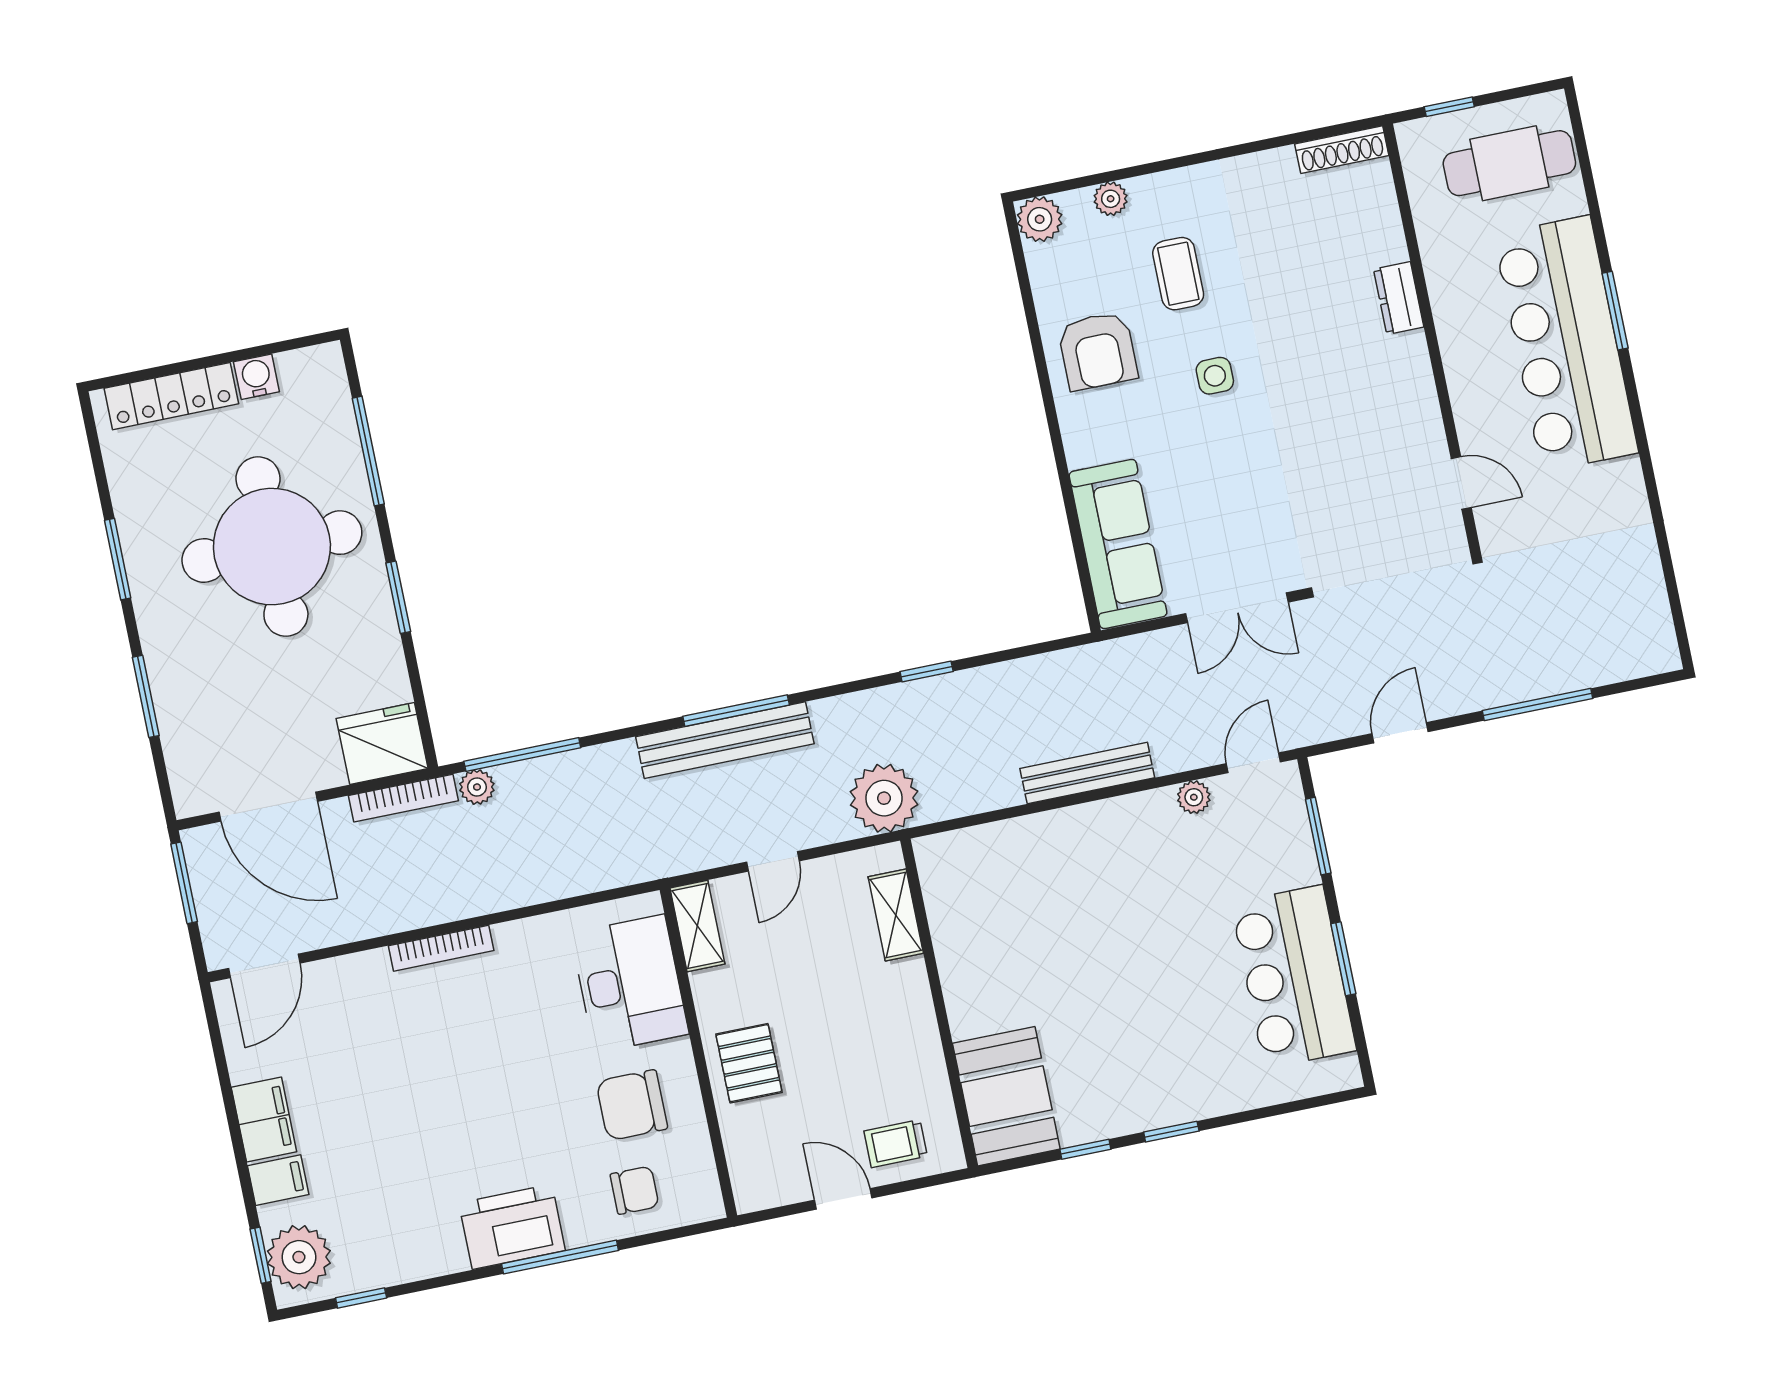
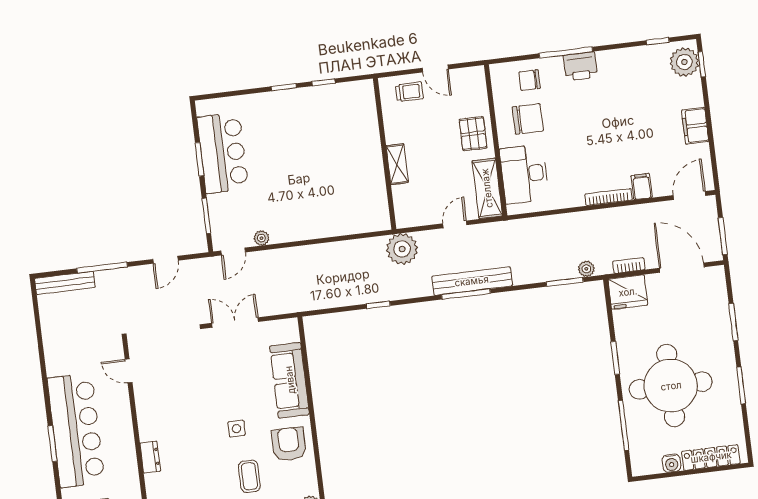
sofa: (1118, 544) -> (290, 380), moved
window: (522, 755) -> (565, 282), width x0.69
bench: (1087, 773) -> (65, 283), moved
bookcase: (403, 798) -> (629, 265), width x0.64
shelving: (896, 915) -> (397, 164), moved
shelving: (697, 926) -> (487, 188), width x1.50, depth x1.33
booth: (1006, 1096) -> (357, 109), removed
filing cabinet: (278, 1180) -> (642, 187), moved, turned 90
printer: (512, 1227) -> (580, 66), width x0.73, depth x0.84

